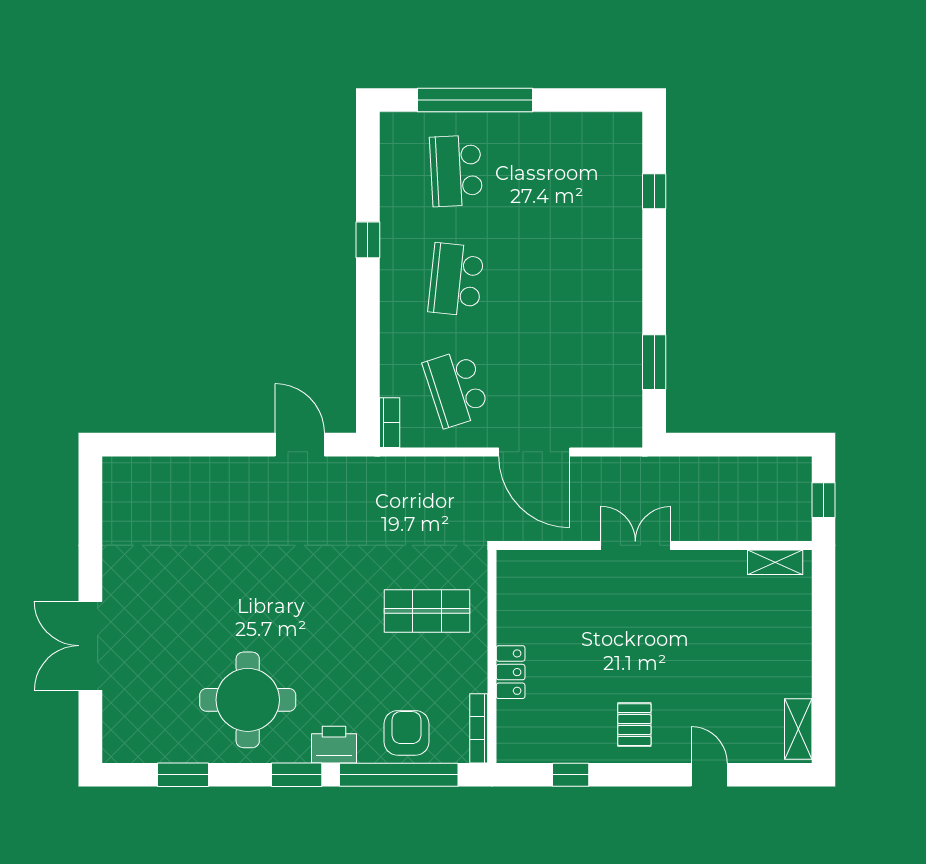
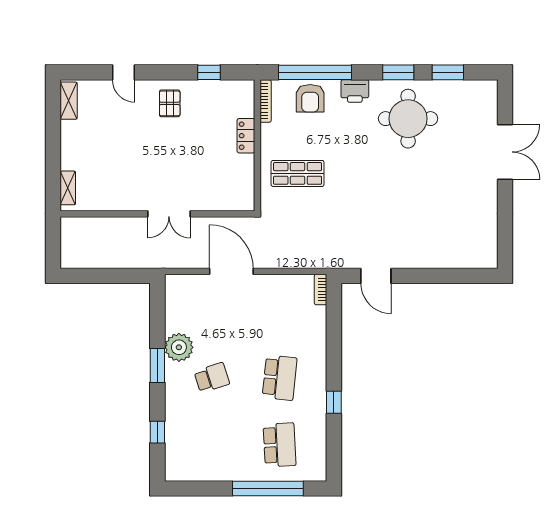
plant: (619, 329) -> (179, 347), added
window: (654, 362) -> (157, 365), moved
school desk: (456, 388) -> (212, 378), moved, width x0.54
window: (824, 500) -> (53, 242), removed
shelving: (775, 562) -> (68, 188), moved, turned 90
window: (297, 775) -> (398, 72), moved

